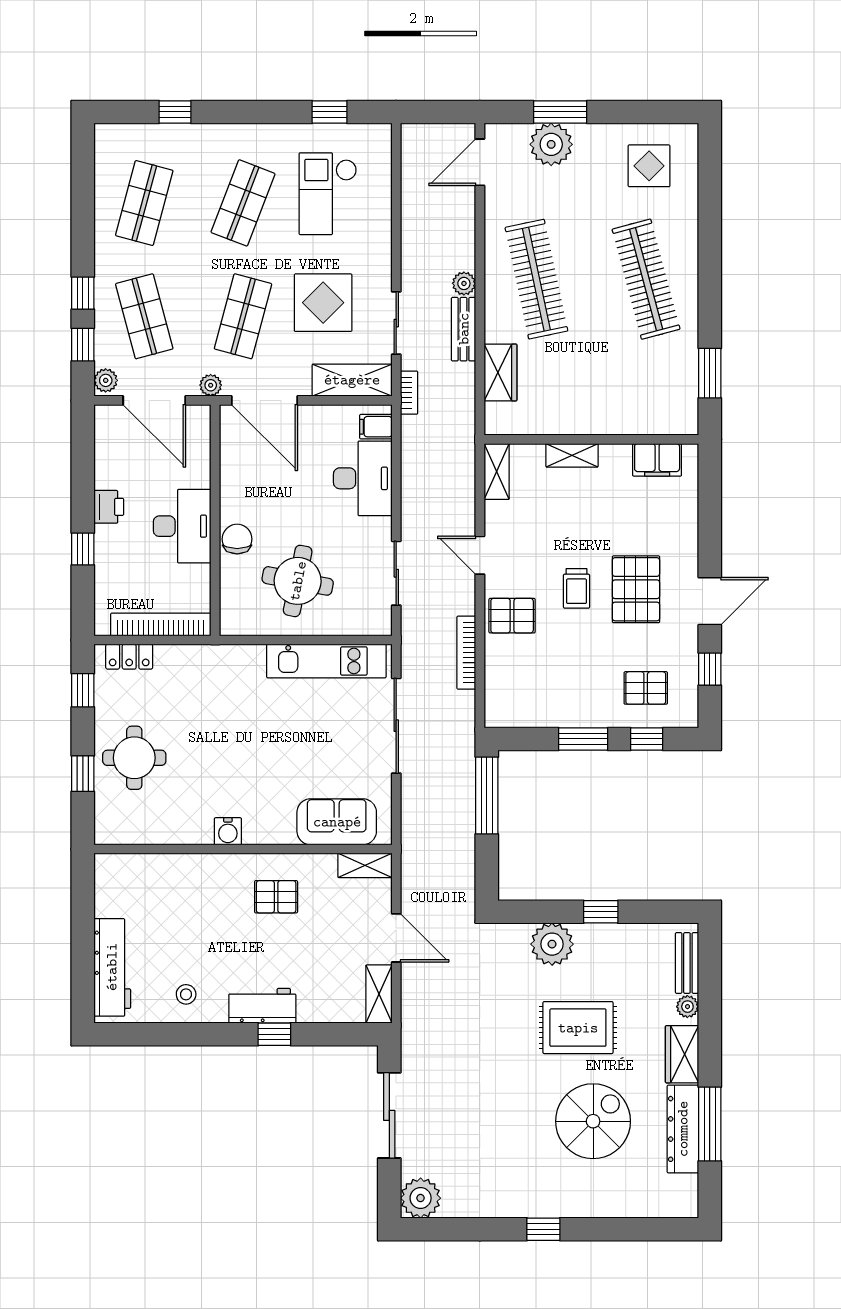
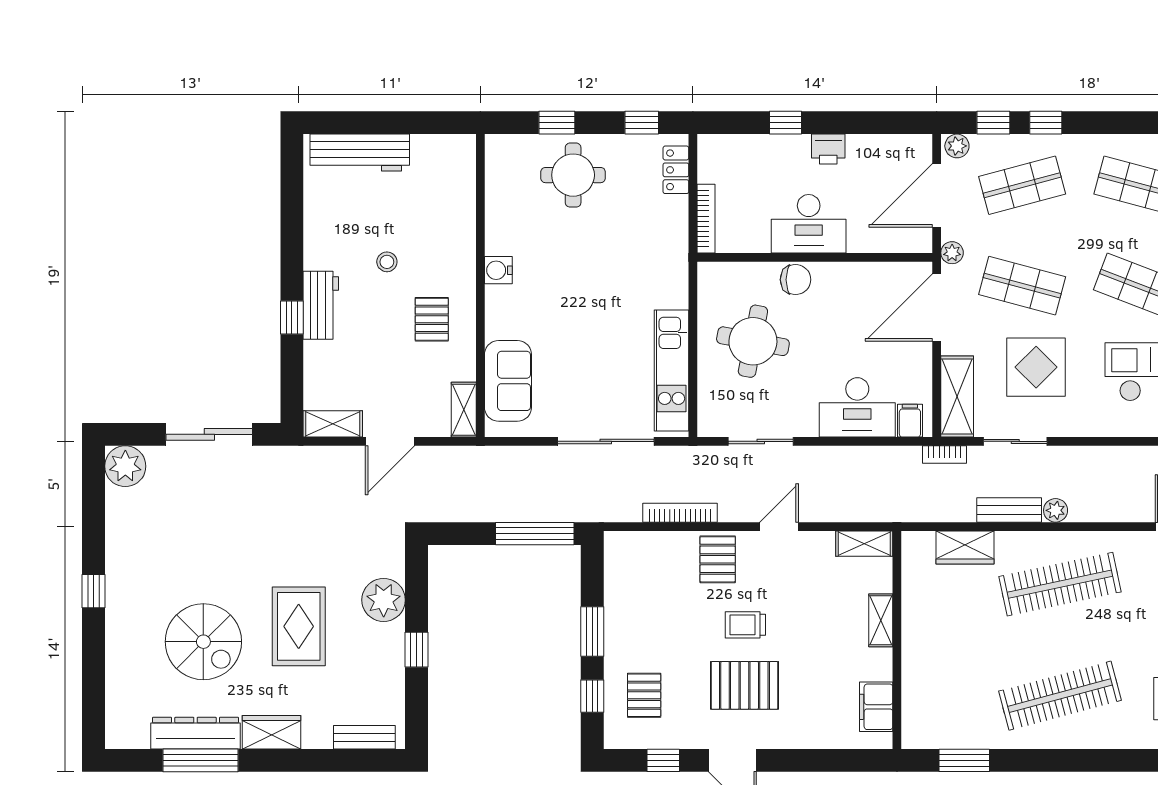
bookcase: (161, 624) -> (706, 219), width x0.68, depth x0.76
stool: (186, 994) -> (387, 262), moved
plant: (687, 1007) -> (320, 738), removed

